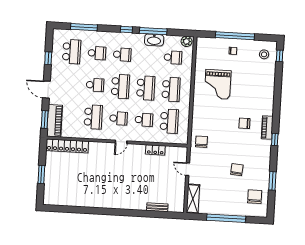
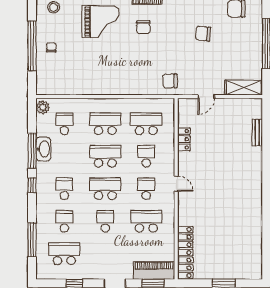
grand piano: (218, 84) -> (101, 22), moved

